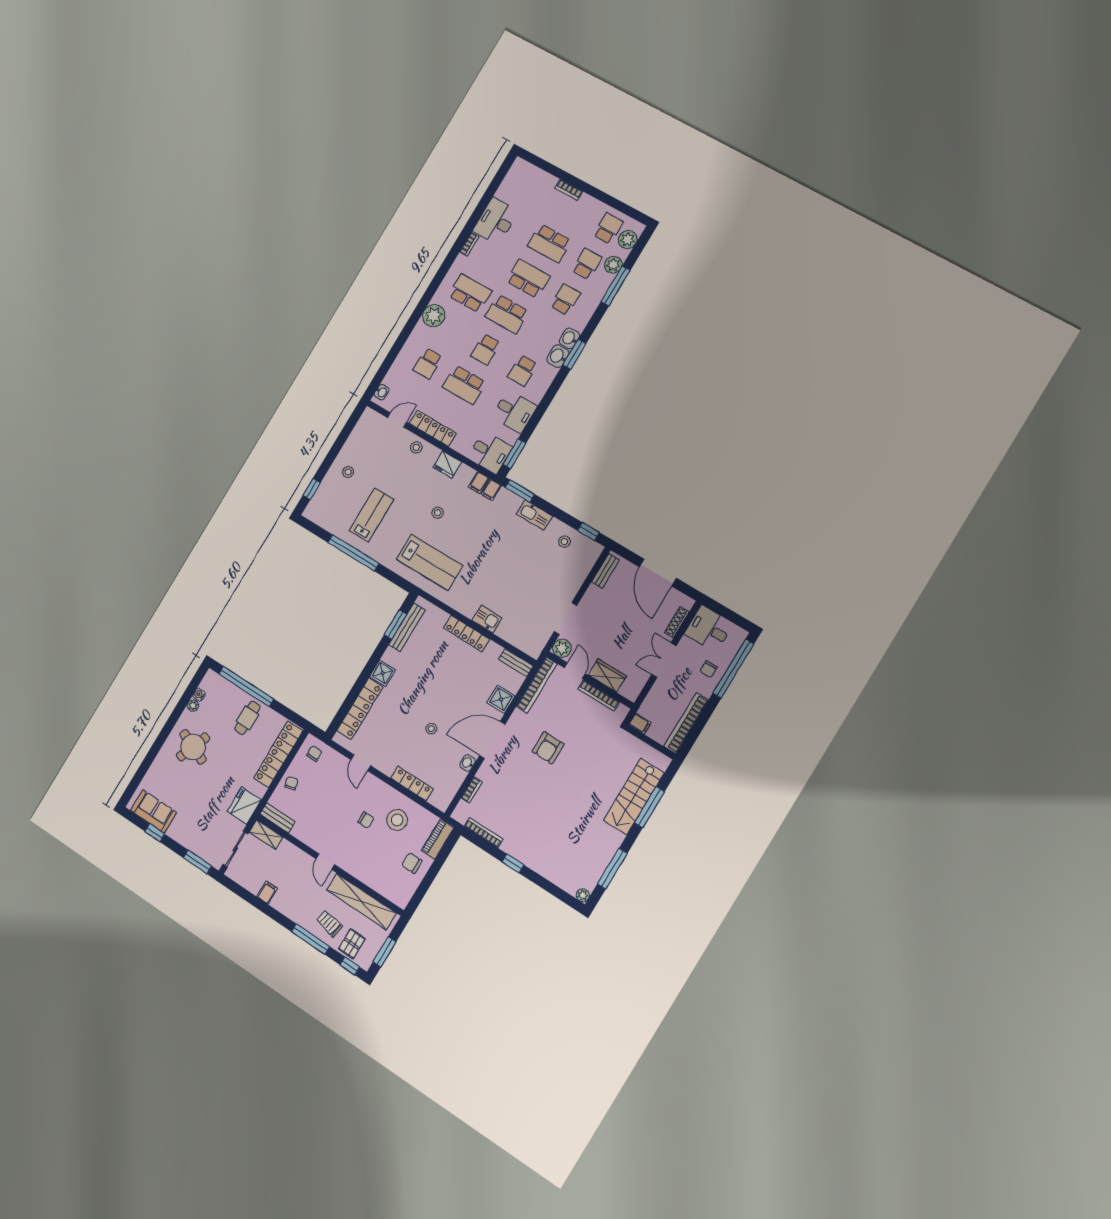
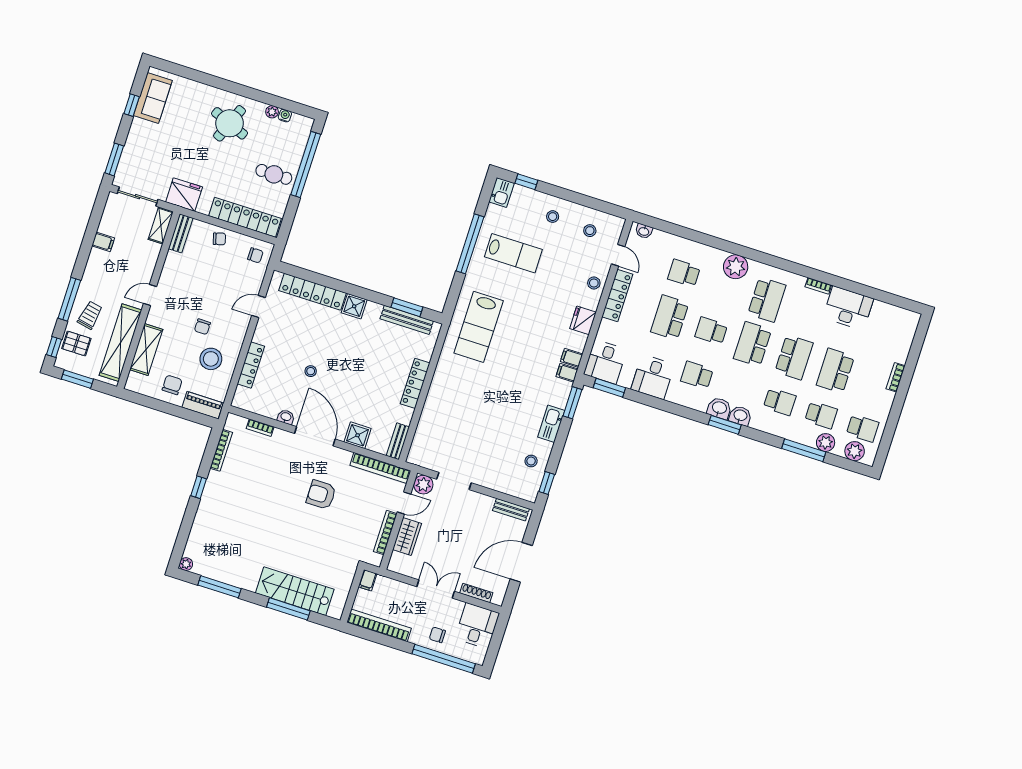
stool: (438, 513) -> (590, 231), moved
kitchen sink: (487, 619) -> (501, 193), moved
shelving: (374, 879) -> (146, 349), added

